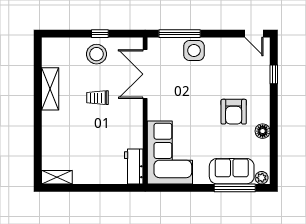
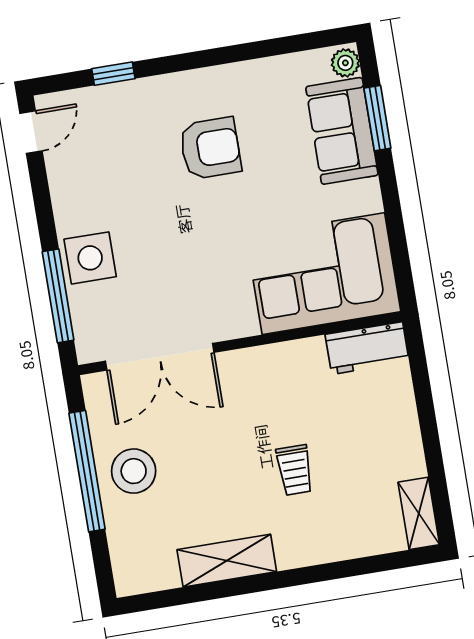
window: (100, 34) -> (87, 471), width x3.17
trolley: (98, 98) -> (295, 470), moved
floor lamp: (263, 131) -> (242, 78), removed
window: (235, 188) -> (377, 118), width x0.69

